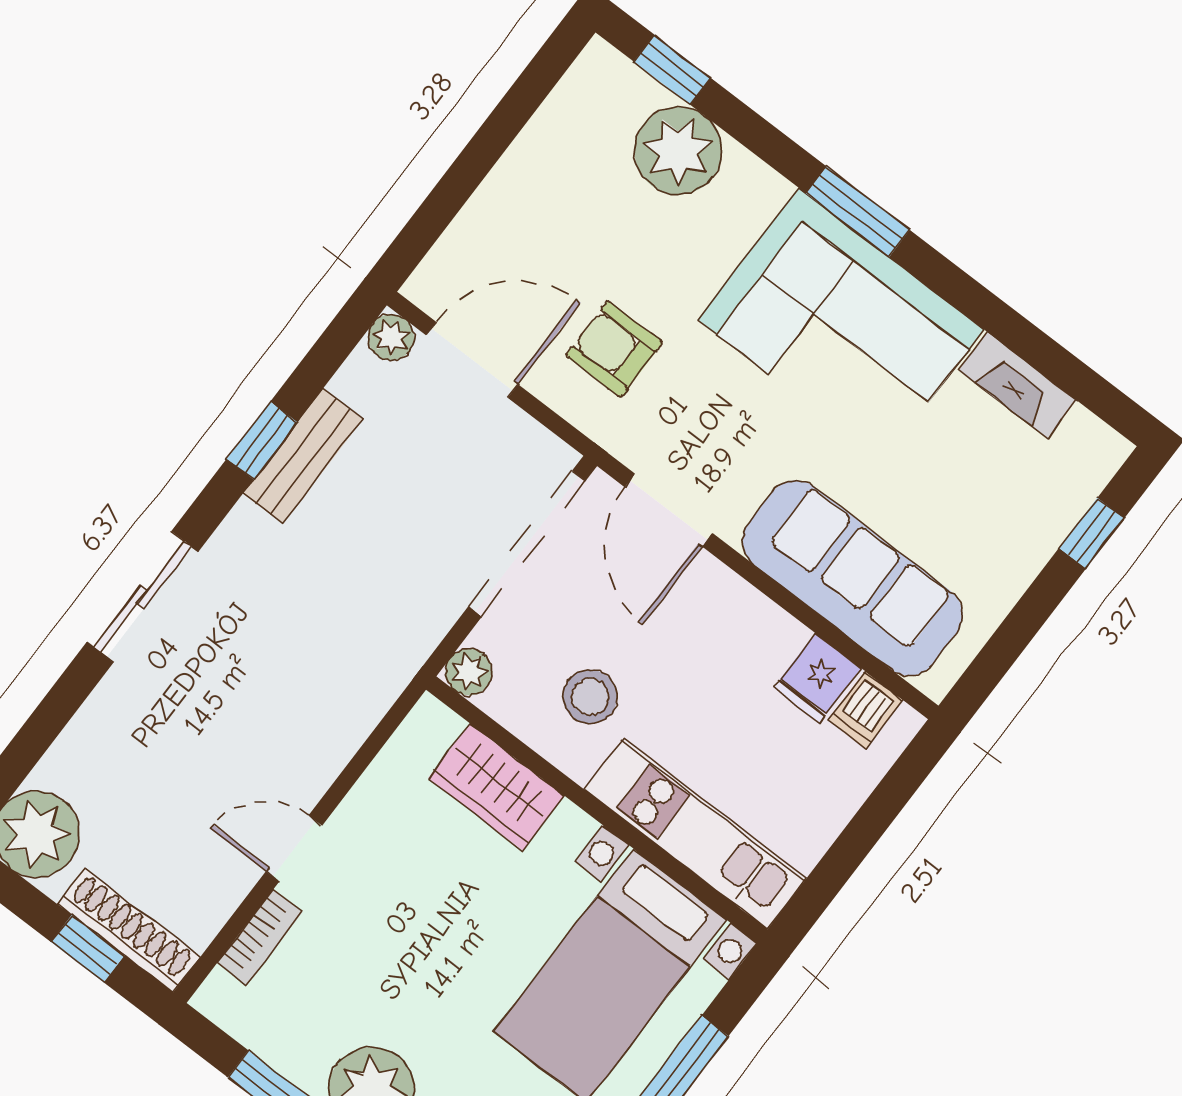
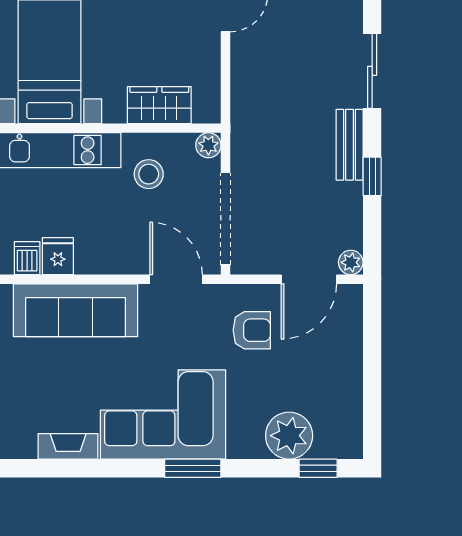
bench: (303, 456) -> (350, 145), moved

